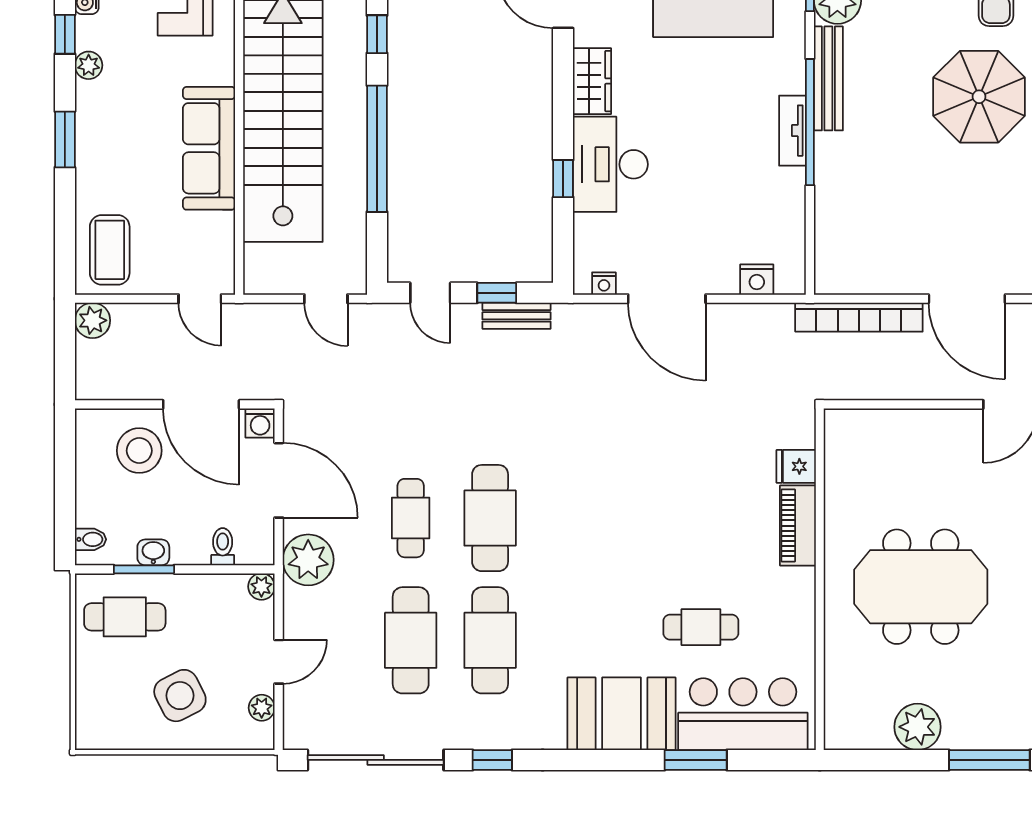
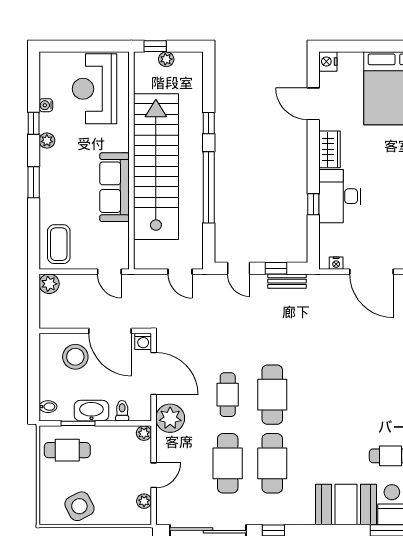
washbasin: (153, 552) -> (91, 411), width x1.91, depth x1.45
side table: (180, 696) -> (79, 506), moved

